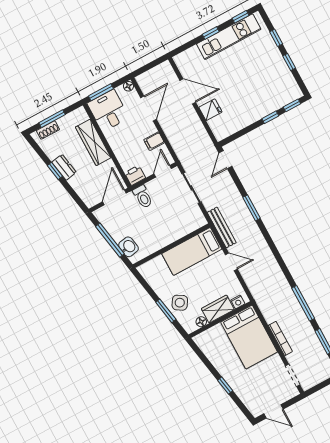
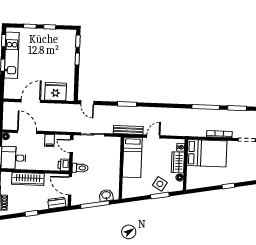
fridge: (210, 110) -> (56, 92), width x1.88, depth x1.34
dresser: (64, 167) -> (57, 203), moved

